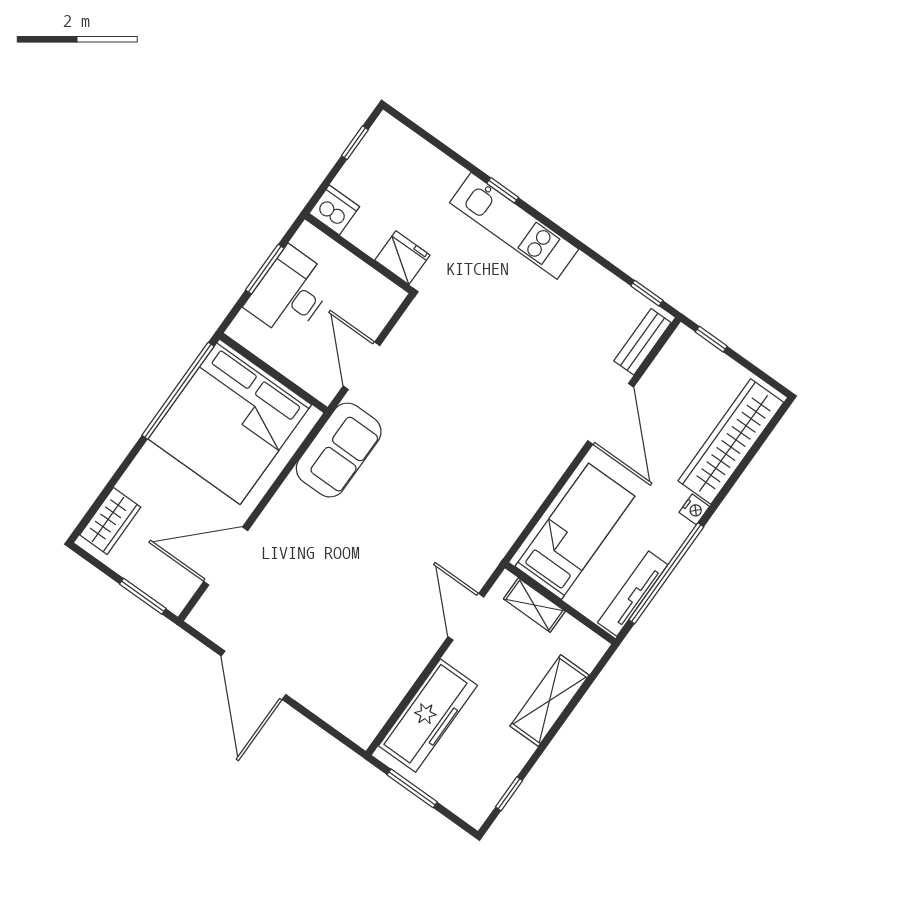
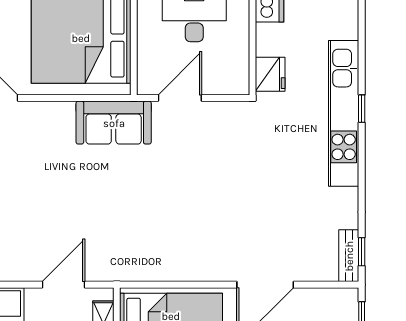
kitchen unit: (514, 226) -> (344, 113), width x1.36
bench: (642, 342) -> (349, 256), moved, turned 90

